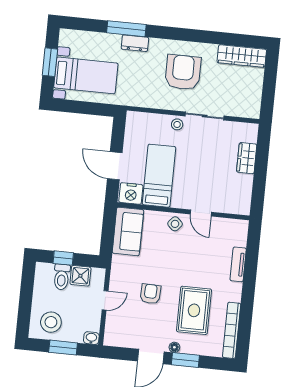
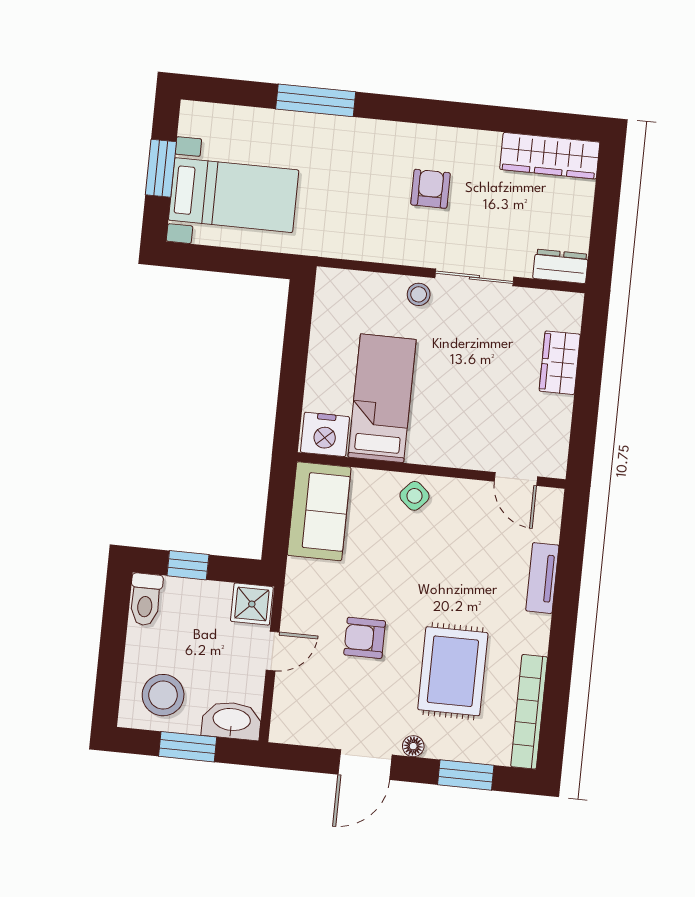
dresser: (135, 43) -> (561, 266), moved, turned 180
armchair: (183, 72) -> (430, 189), width x0.53, depth x0.53
door: (115, 166) -> (292, 378), removed
door: (201, 213) -> (516, 479), moved
shower: (80, 276) -> (252, 604), moved
toilet: (62, 277) -> (146, 599), moved
armchair: (150, 294) -> (365, 638), turned -92
washbasin: (91, 338) -> (232, 721), width x1.91, depth x1.45
window: (185, 360) -> (466, 775), moved

